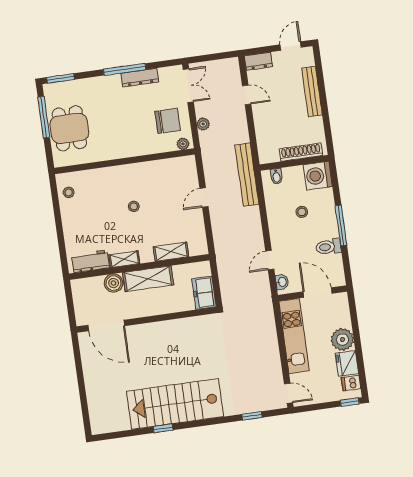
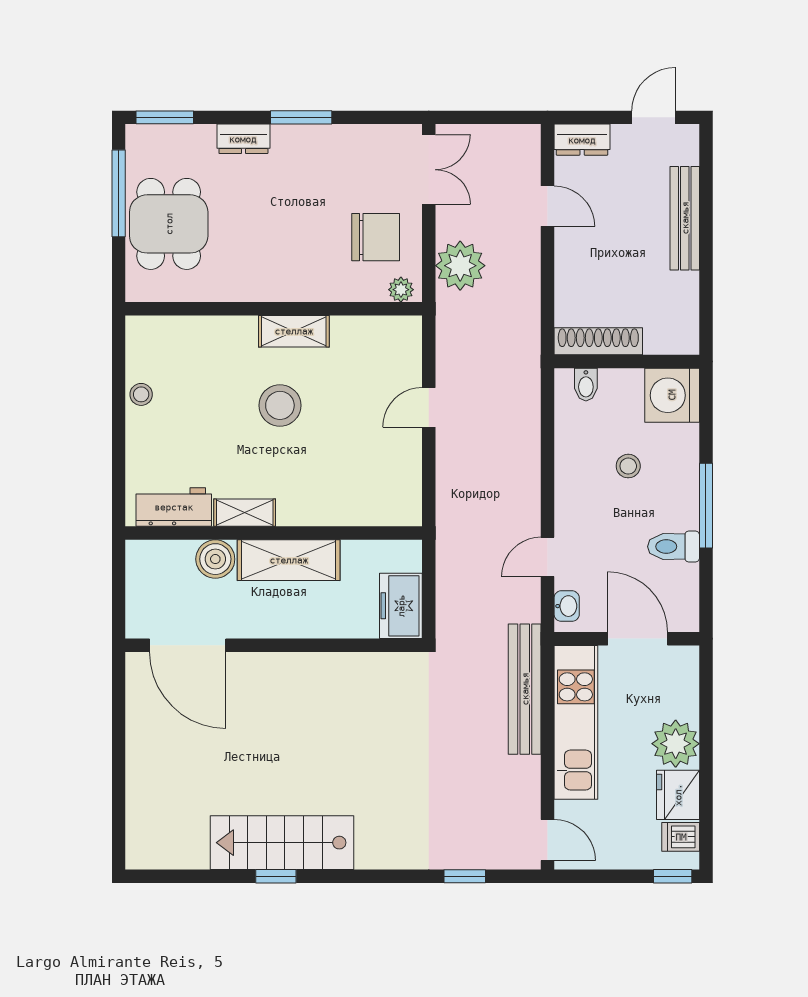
window: (125, 69) -> (301, 117), width x0.69
dresser: (140, 78) -> (243, 139), moved, width x0.70
plant: (203, 124) -> (460, 266), width x1.88, depth x1.88
shoe rack: (301, 152) -> (598, 341), moved
bench: (247, 175) -> (525, 689), moved
stool: (69, 192) -> (141, 394), moved
stool: (134, 206) -> (280, 405), width x1.89, depth x1.89
shelving: (171, 252) -> (294, 331), moved
stairs: (175, 404) -> (282, 843), width x0.73, depth x0.66

